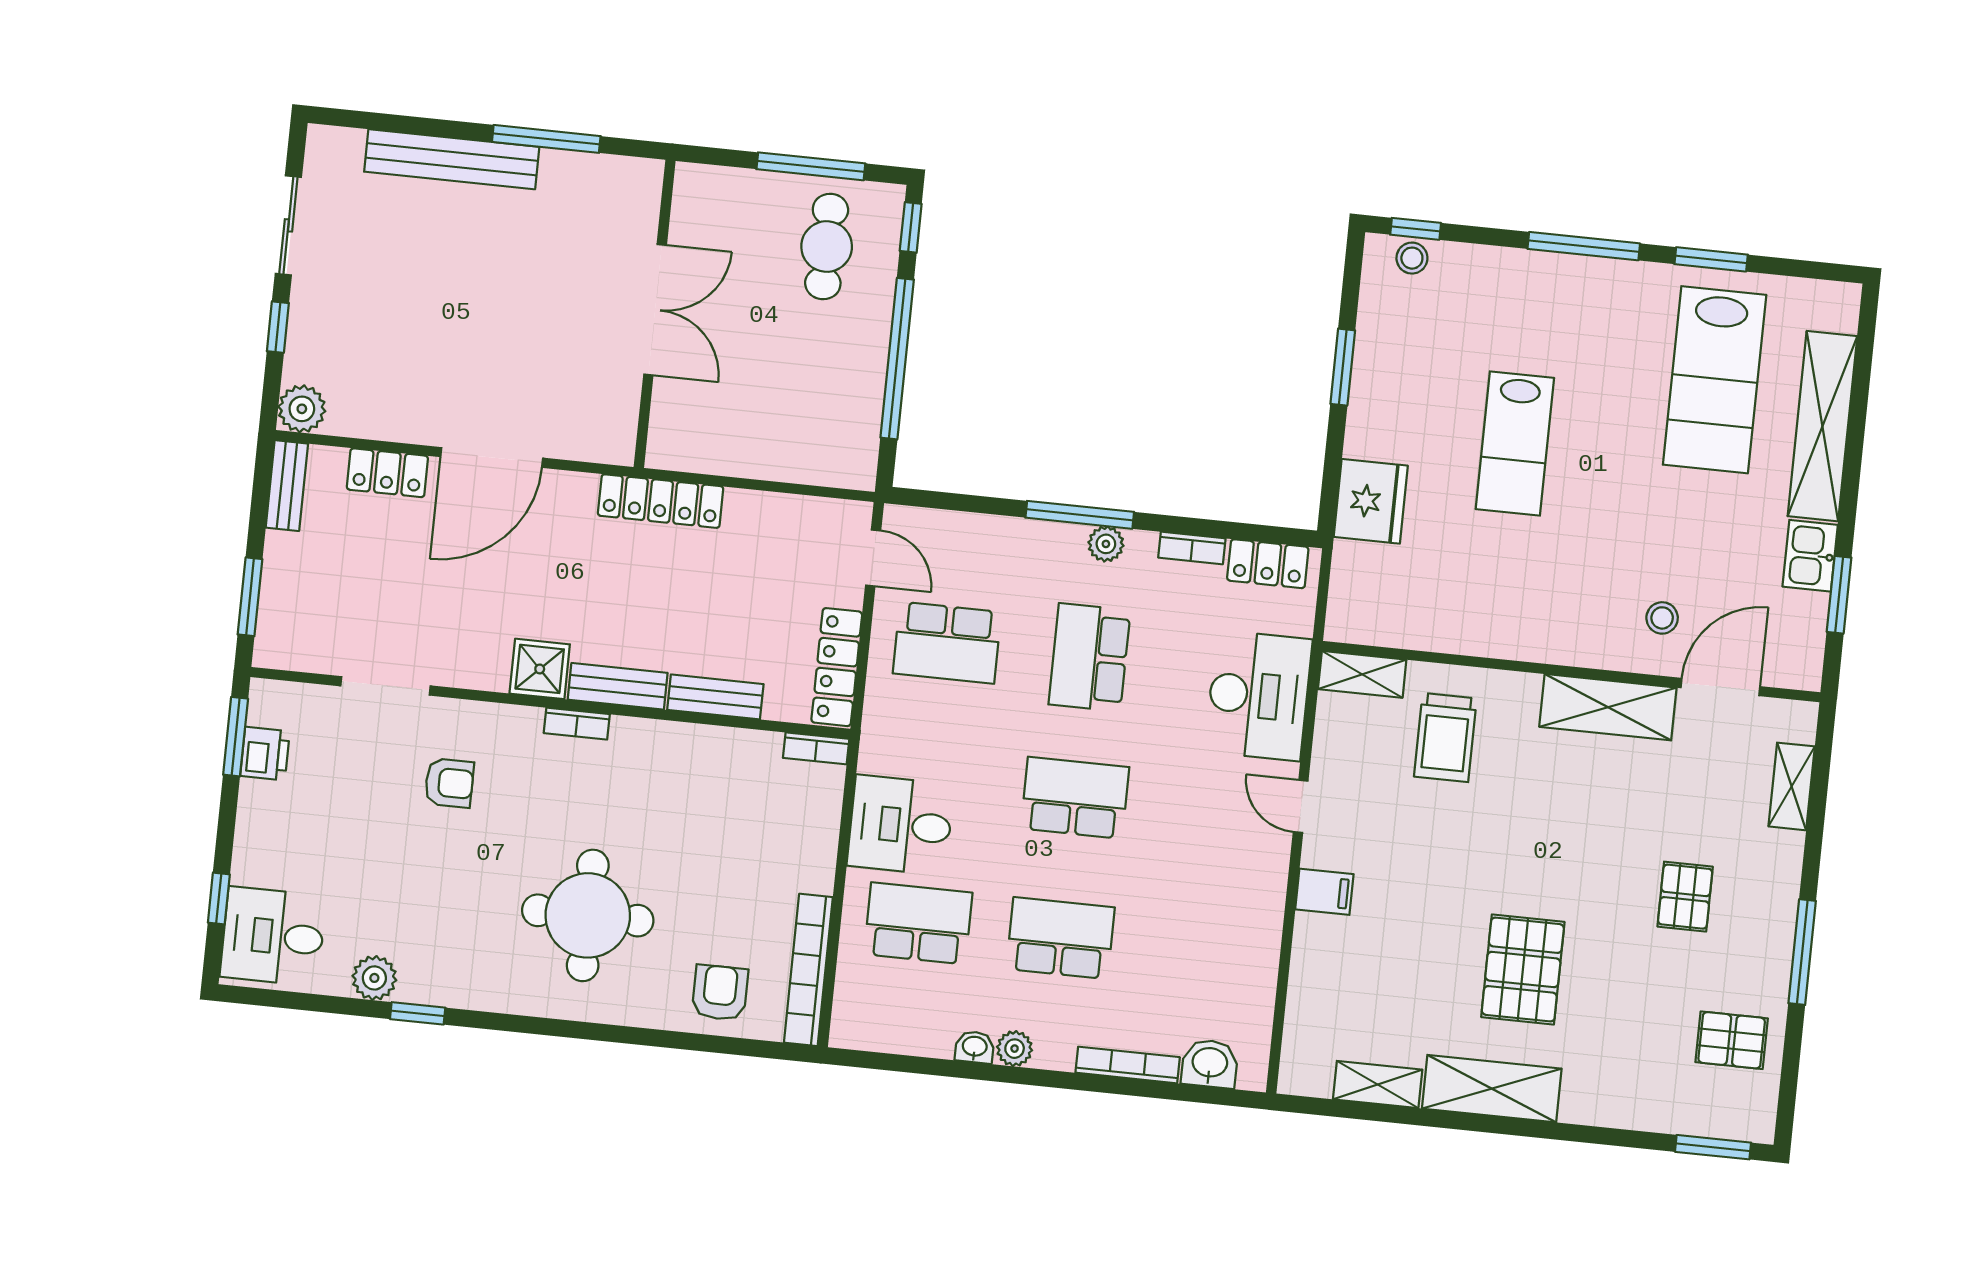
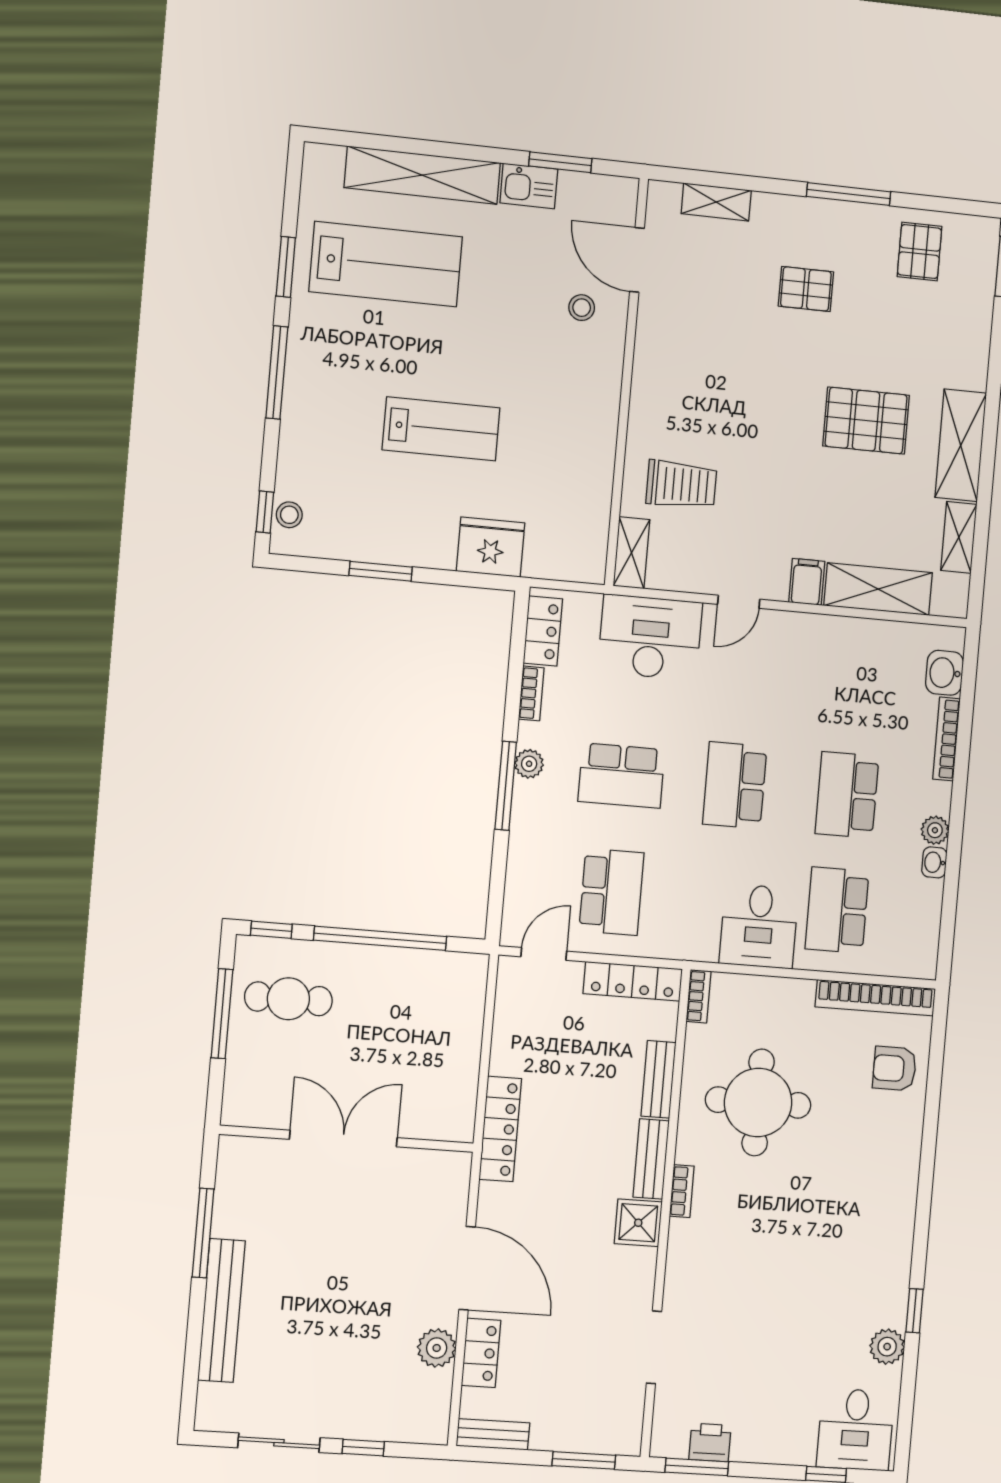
plant: (302, 409) -> (437, 1348), moved
shelving: (1608, 707) -> (878, 589), moved, turned 90
armchair: (449, 783) -> (731, 1293), removed
round table: (588, 915) -> (758, 1102), moved

